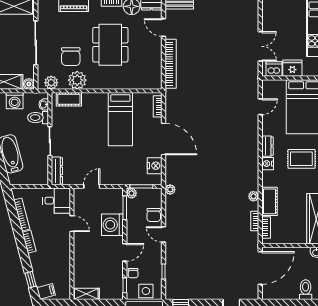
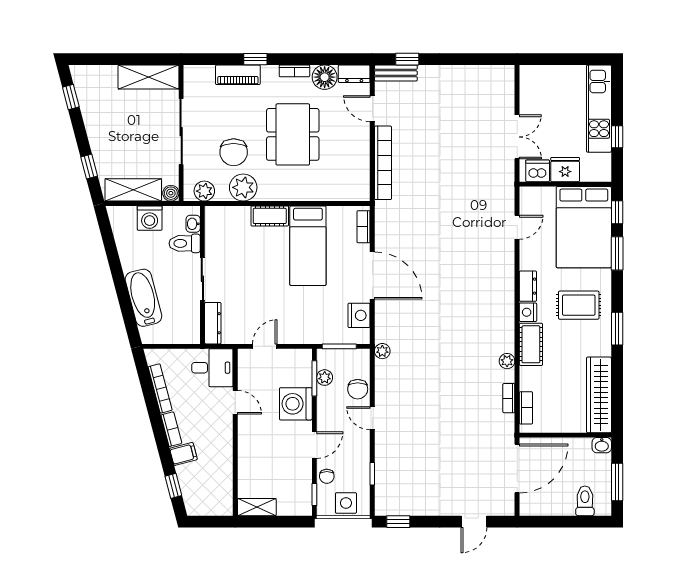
cot: (69, 99) -> (270, 216), moved
plant: (132, 193) -> (325, 378), moved
cot: (269, 201) -> (531, 344), moved
filing cabinet: (46, 291) -> (183, 454), moved

